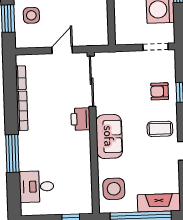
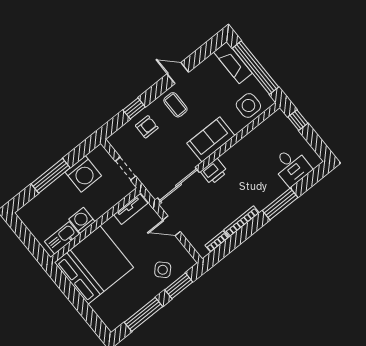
side table: (31, 15) -> (163, 270), turned 45
tv unit: (102, 27) -> (131, 209), added
doorway: (156, 47) -> (125, 169), moved
armchair: (160, 91) -> (147, 127), turned -90

